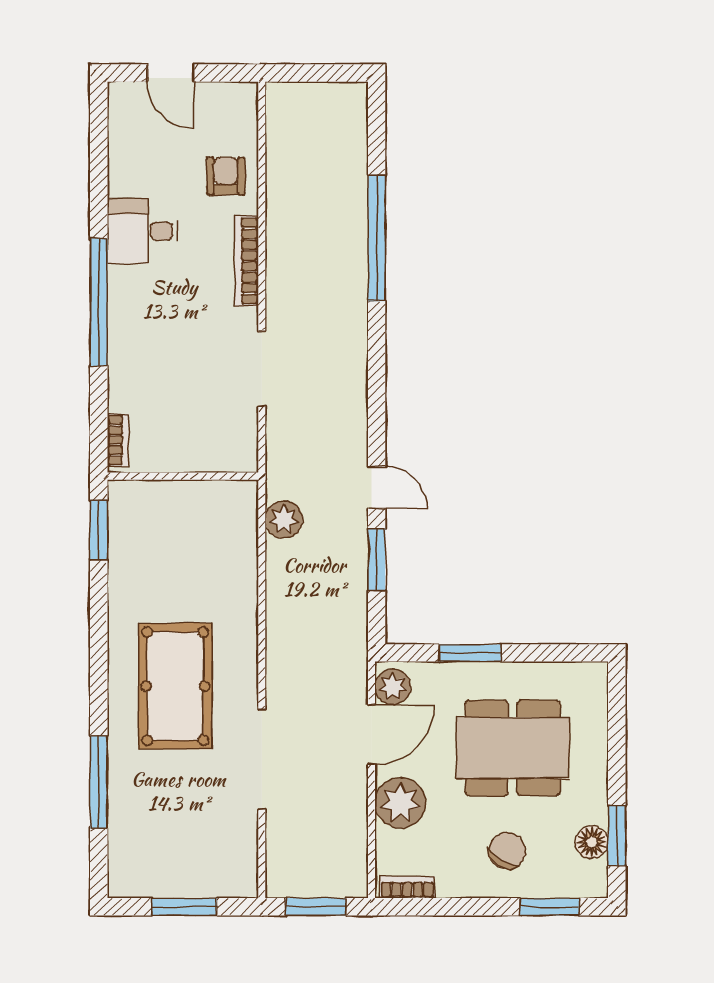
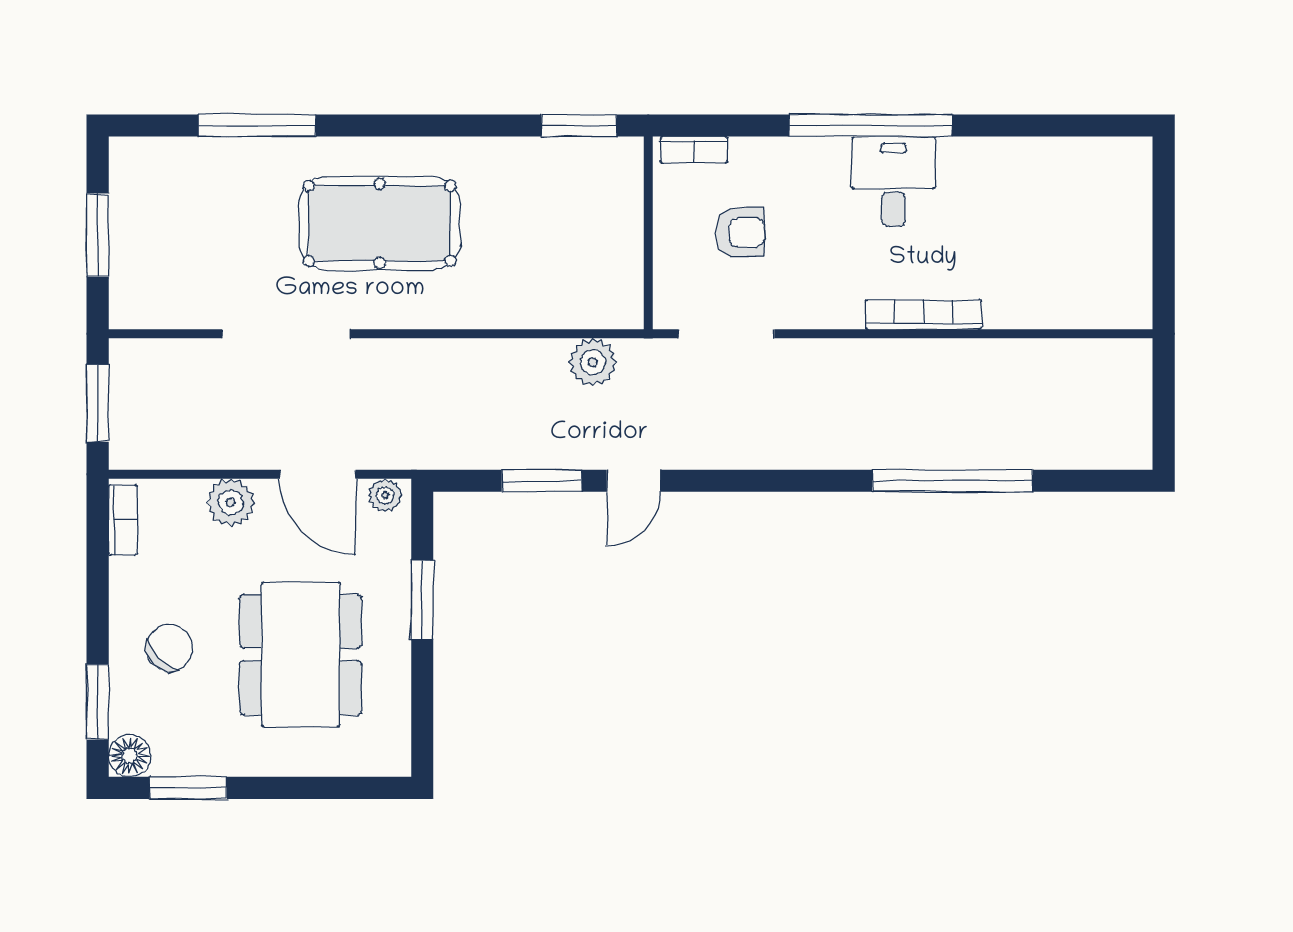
door: (170, 73) -> (1164, 217), removed
armchair: (226, 176) -> (740, 232), moved
desk: (142, 231) -> (894, 181), moved
doorway: (262, 369) -> (726, 334), moved
plant: (393, 687) -> (385, 495), width x0.73, depth x0.73
plant: (400, 803) -> (231, 502), width x0.73, depth x0.73
floor lamp: (592, 842) -> (130, 756), moved
chair: (507, 851) -> (169, 648), turned -77

